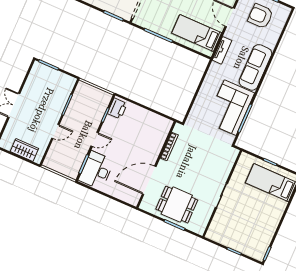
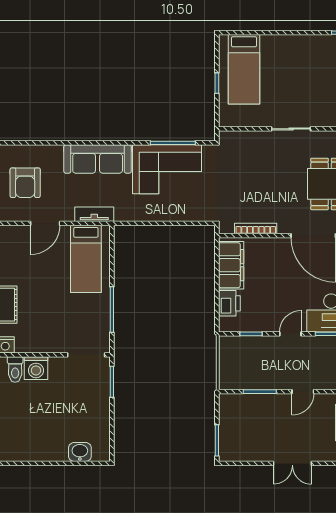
printer: (117, 109) -> (229, 303), moved, turned 90
filing cabinet: (153, 121) -> (231, 265), added
door: (55, 131) -> (303, 392), swing flipped
door: (95, 139) -> (290, 334), hinge flipped

